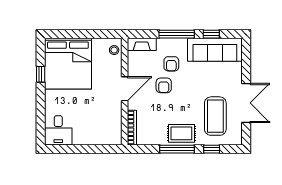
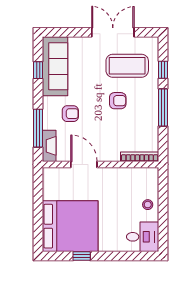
window: (177, 34) -> (38, 128), moved
stool: (114, 50) -> (148, 205), moved
armchair: (164, 85) -> (118, 101), moved
door: (125, 89) -> (84, 164), moved
rug: (181, 133) -> (146, 103), removed

